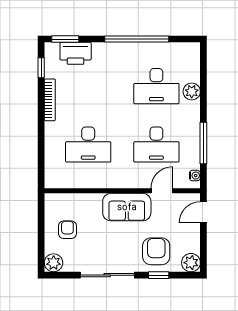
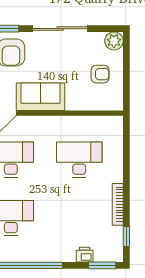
printer: (76, 53) -> (85, 255), width x0.53, depth x0.68
armchair: (67, 230) -> (100, 74), turned -90

